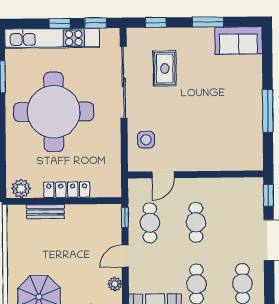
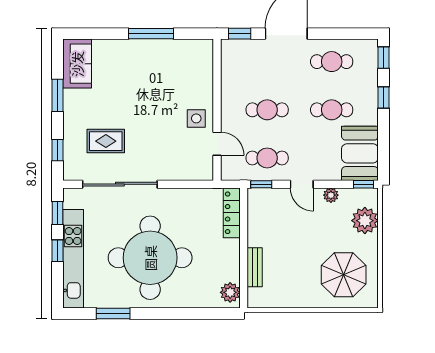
side table: (146, 140) -> (196, 118), moved
locker: (67, 190) -> (232, 213), moved

